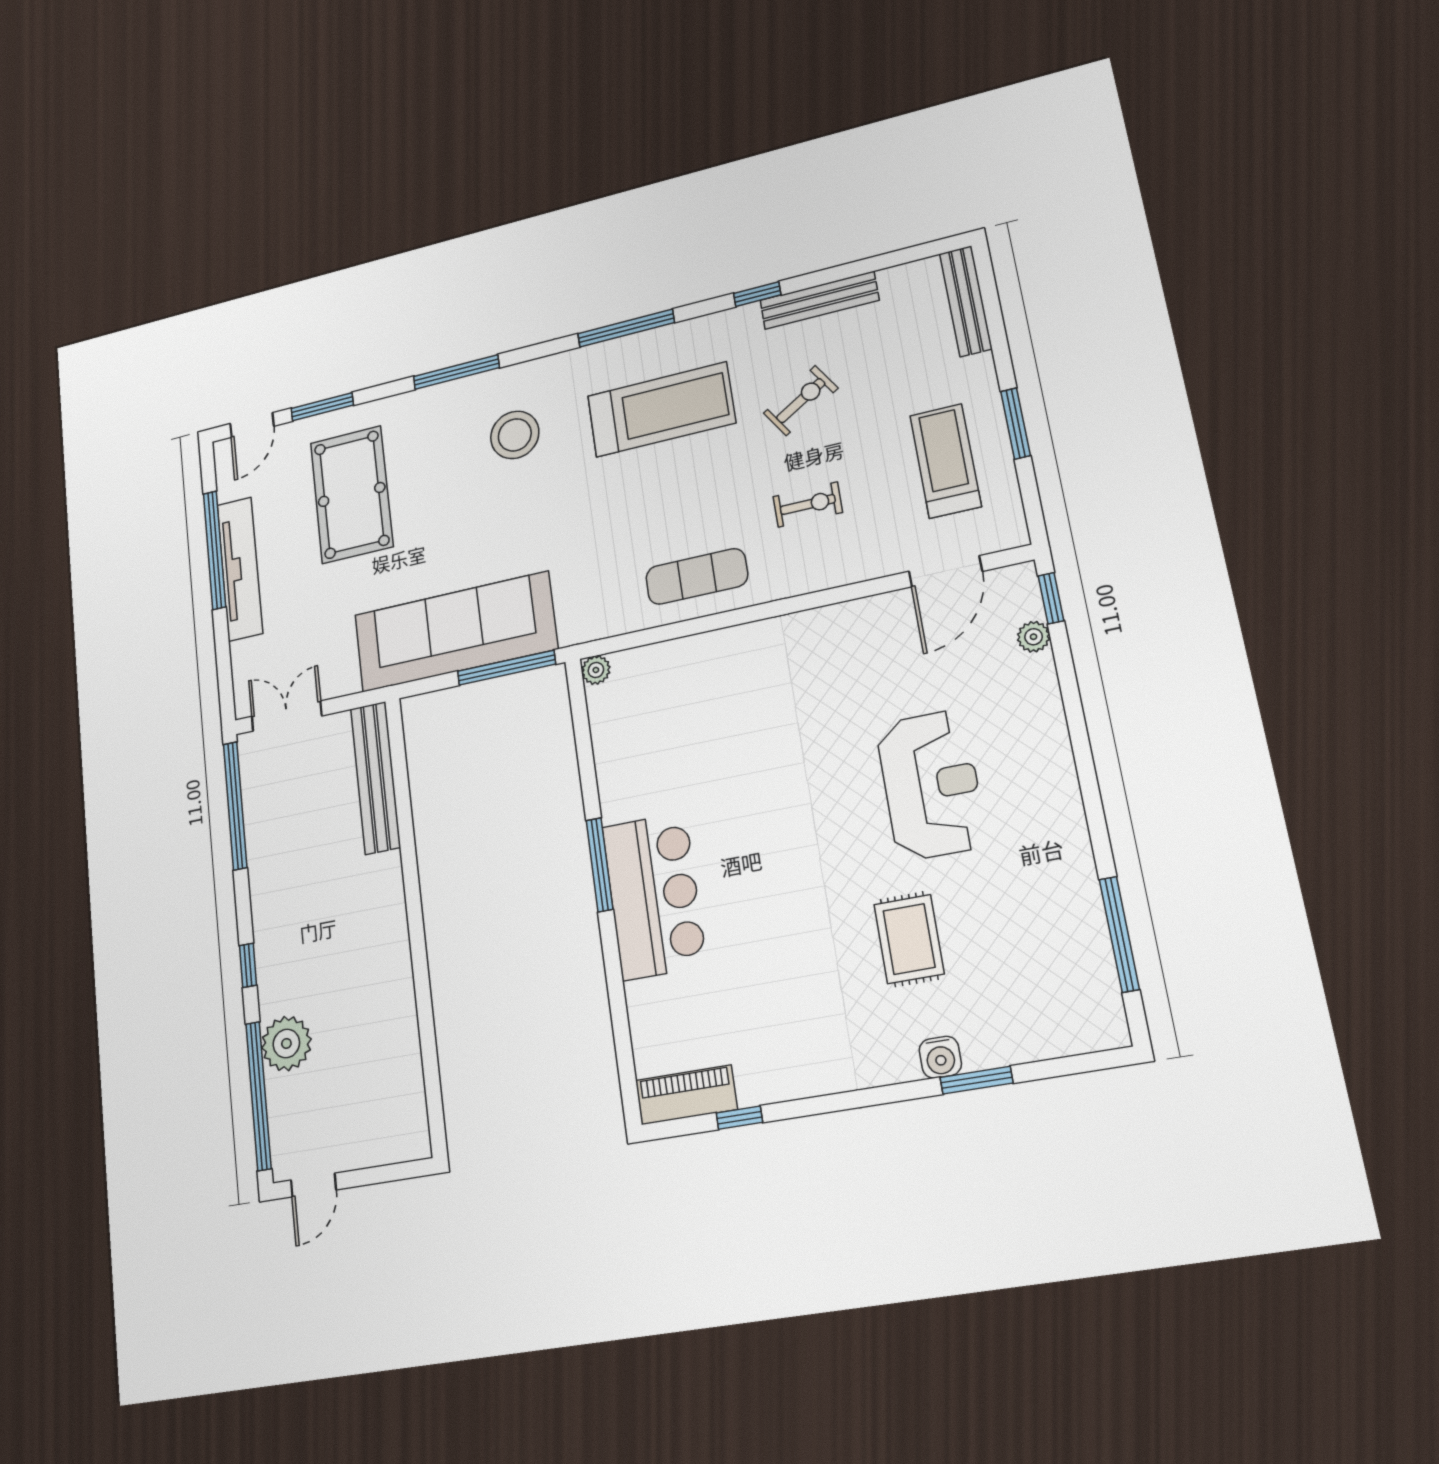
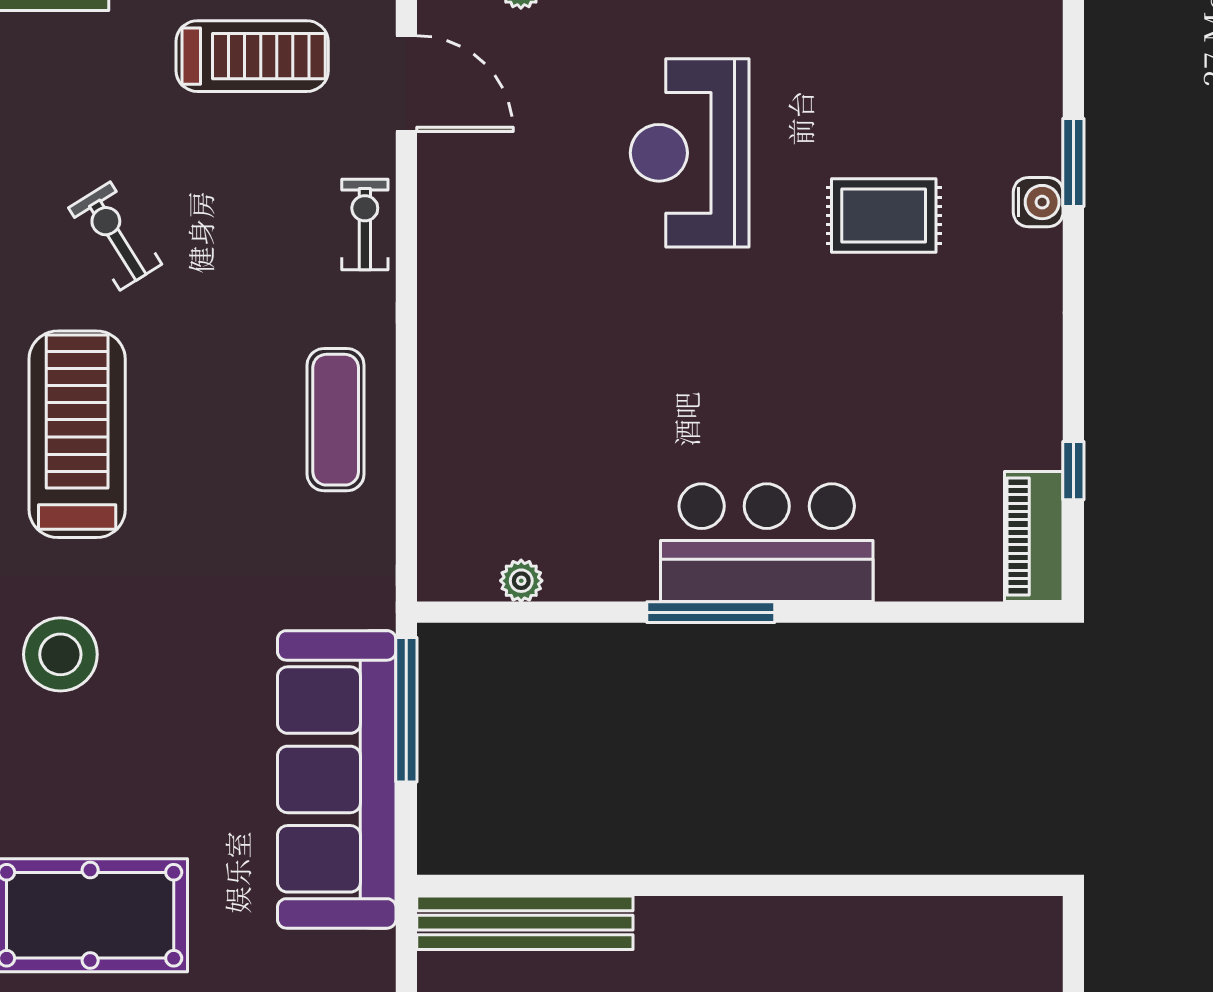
treadmill: (946, 461) -> (252, 56), turned 180
exercise bike: (808, 505) -> (365, 225), moved
plant: (596, 670) -> (521, 581), moved
reception desk: (931, 785) -> (690, 153), turned -90

